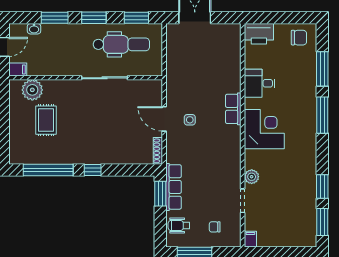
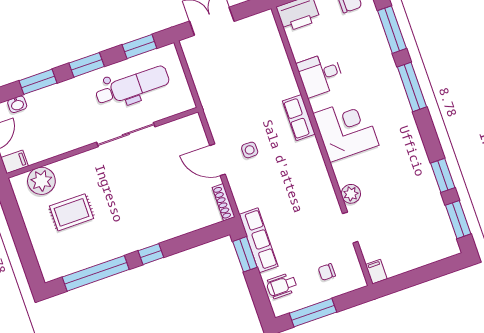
rug: (46, 120) -> (71, 212), turned 90

